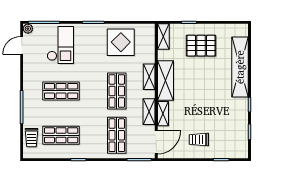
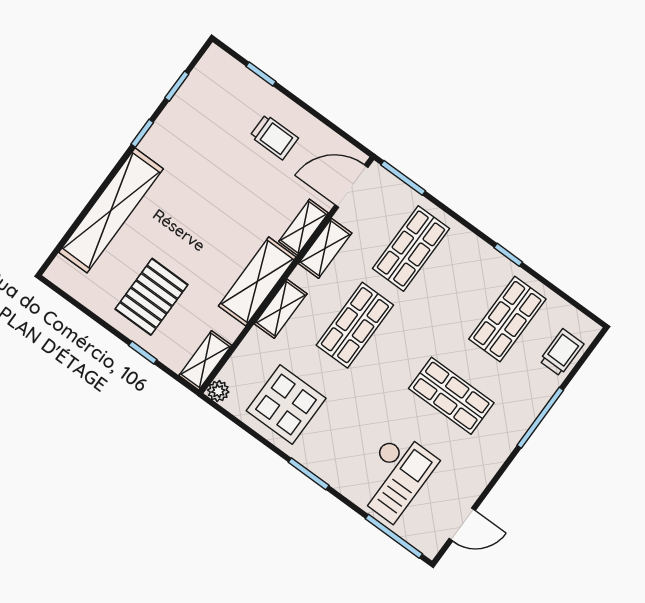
plant: (28, 29) -> (218, 391), moved
checkout: (60, 45) -> (394, 476), turned 180
pallet: (201, 46) -> (151, 297), turned 90
shop shelf: (61, 135) -> (507, 319), turned 90

